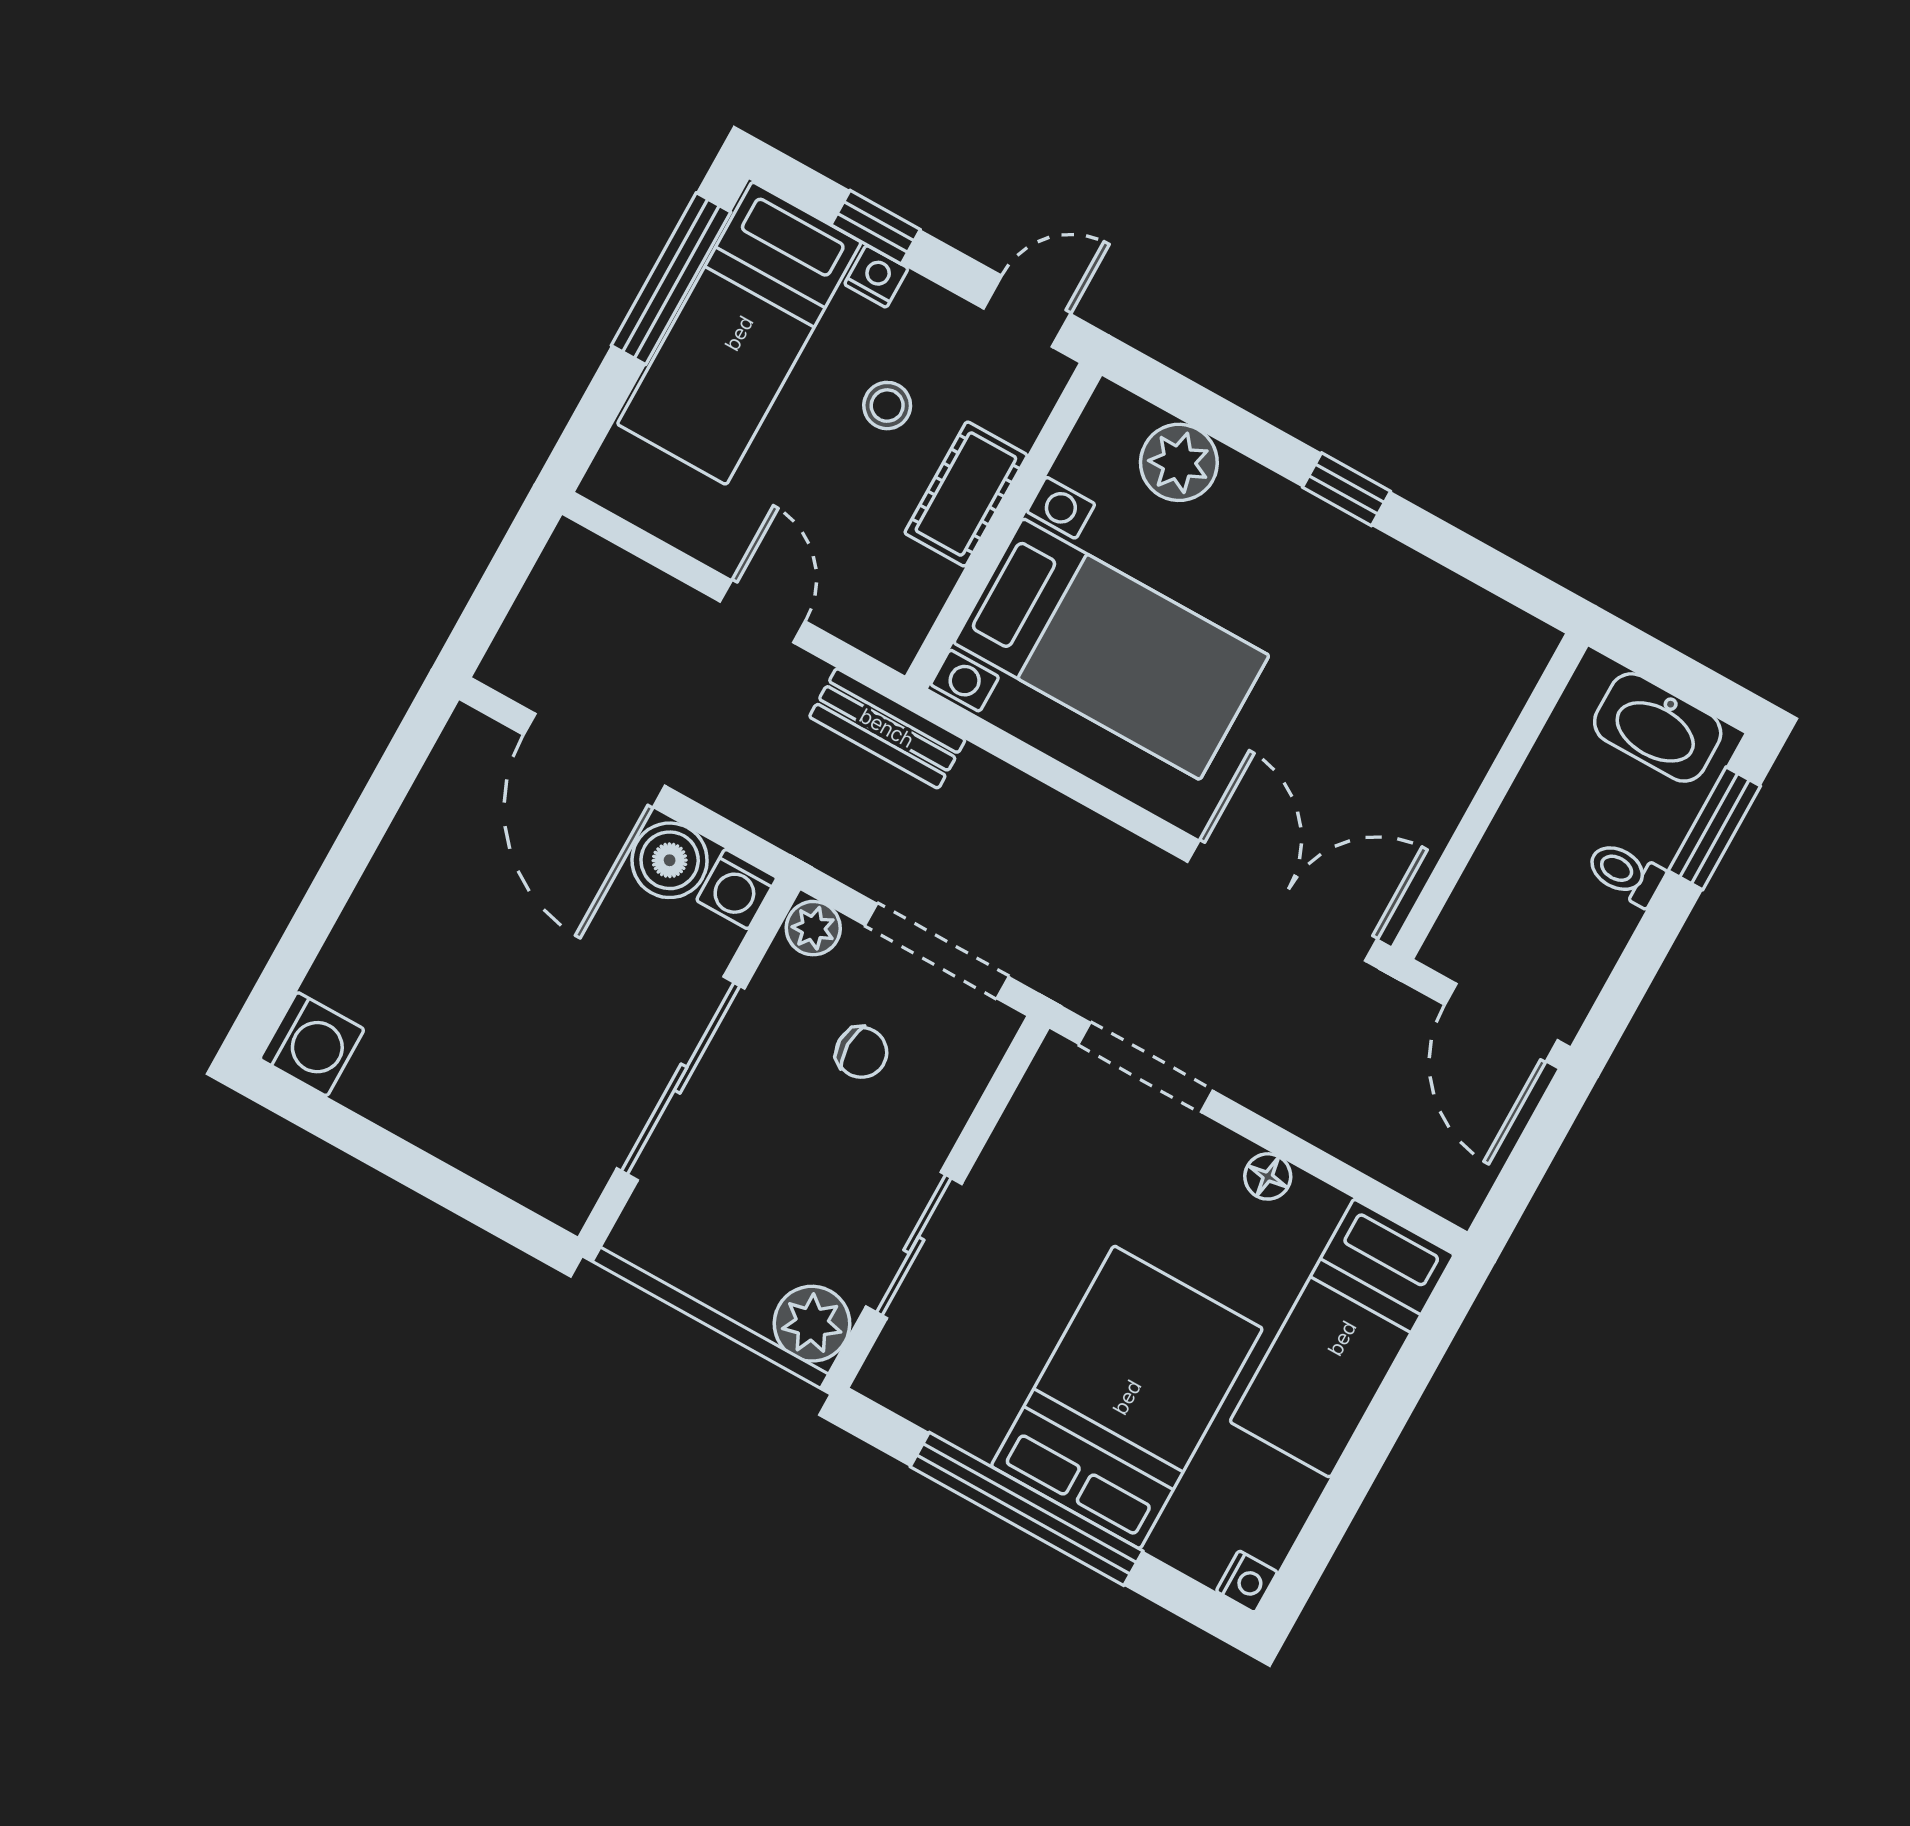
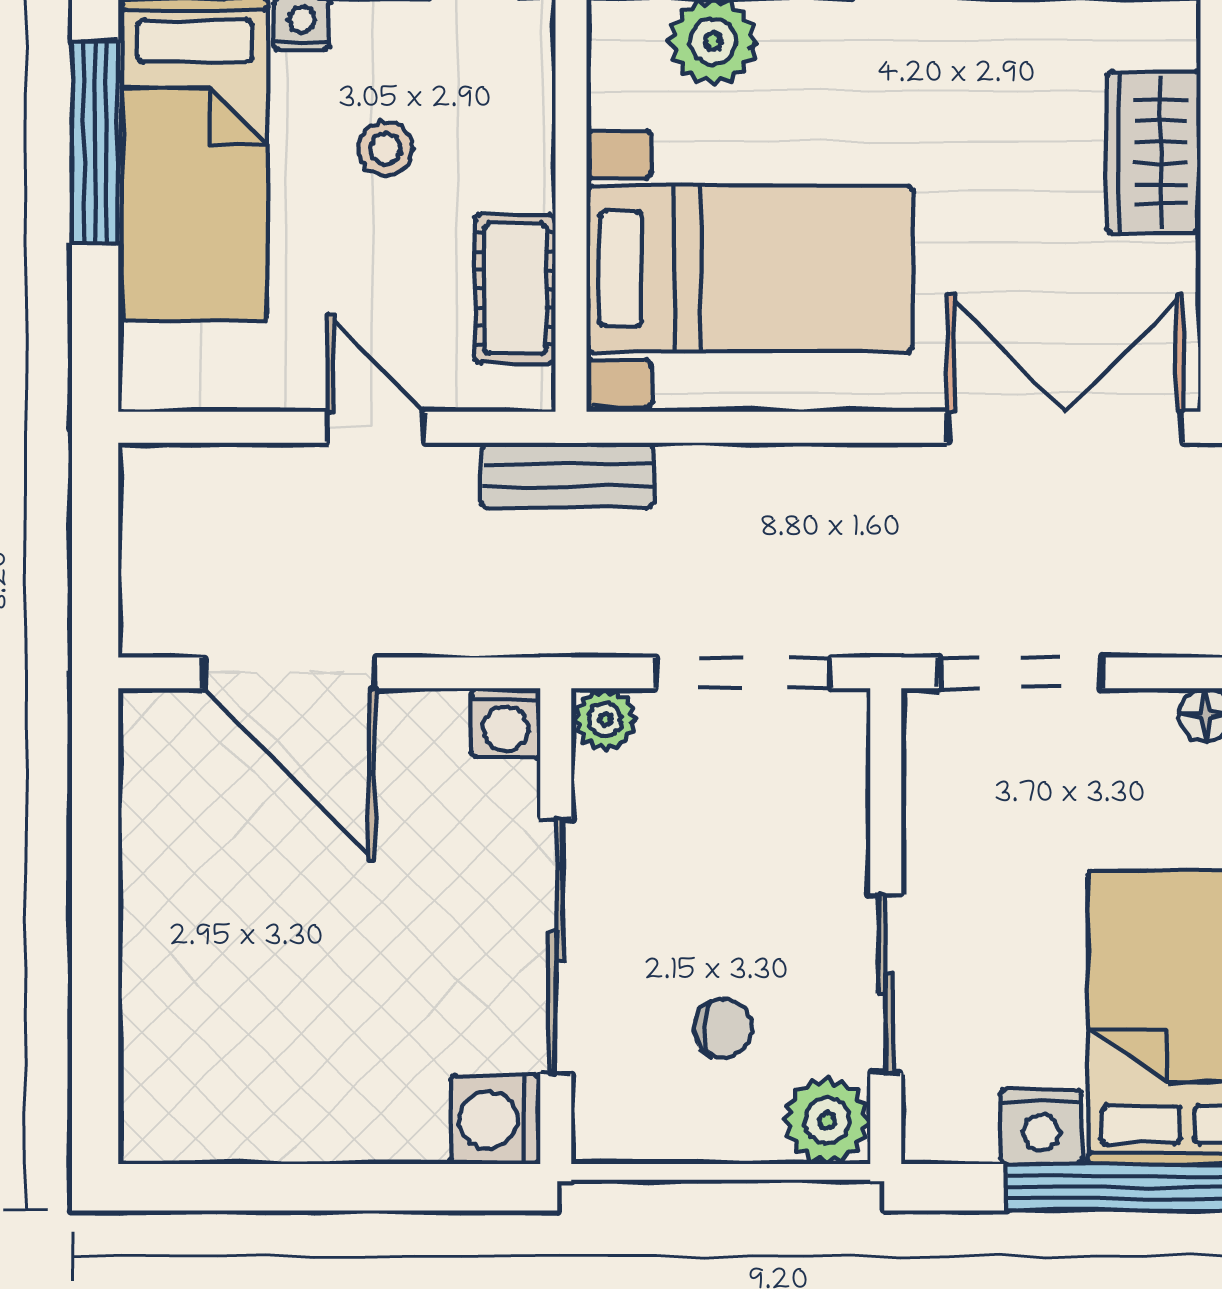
cot: (966, 494) -> (515, 289), moved
wardrobe: (1465, 731) -> (1154, 152), added
boiler: (670, 860) -> (422, 732), removed
washing machine: (312, 1044) -> (496, 1119), moved, turned 180
chair: (861, 1052) -> (723, 1028), moved
nightstand: (971, 1418) -> (1041, 1127), added

